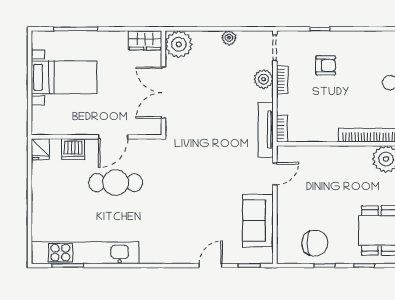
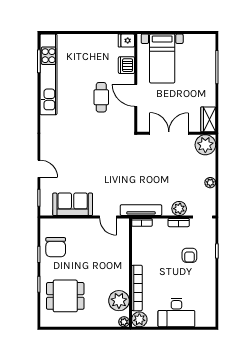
bed with nightstands: (64, 77) -> (162, 58), moved
cafe table: (116, 183) -> (101, 97), width x0.73, depth x0.74

